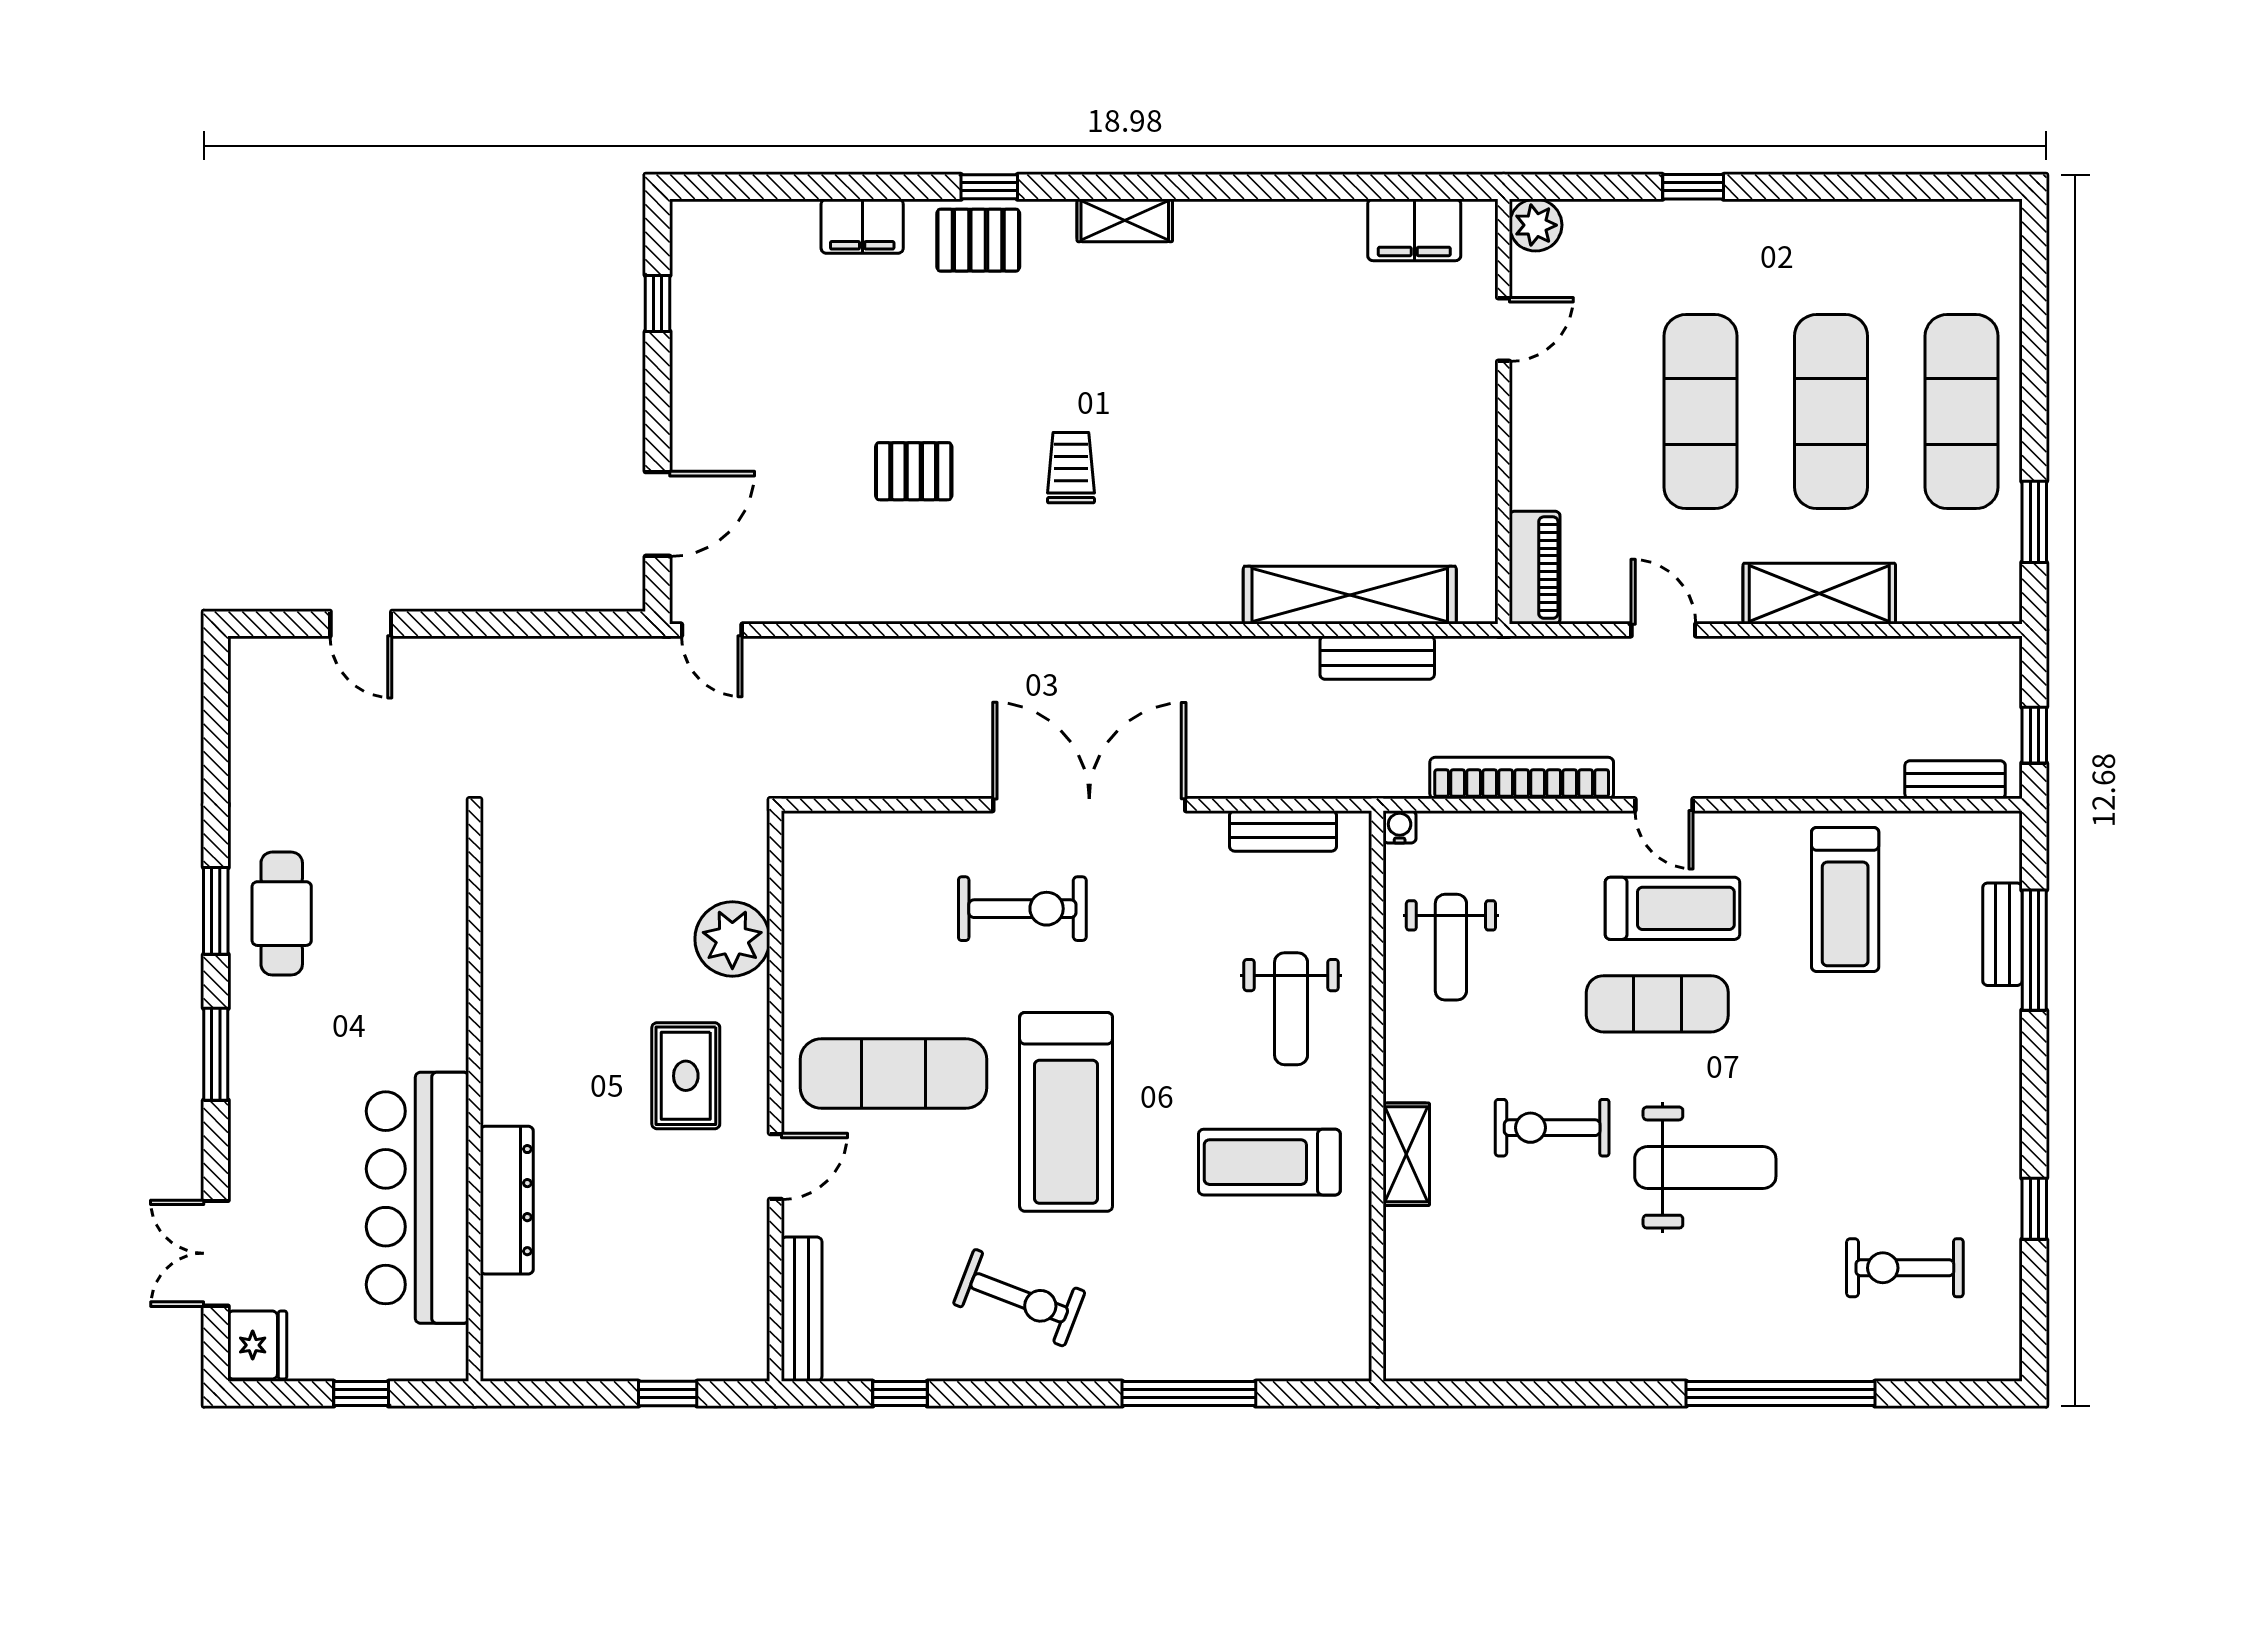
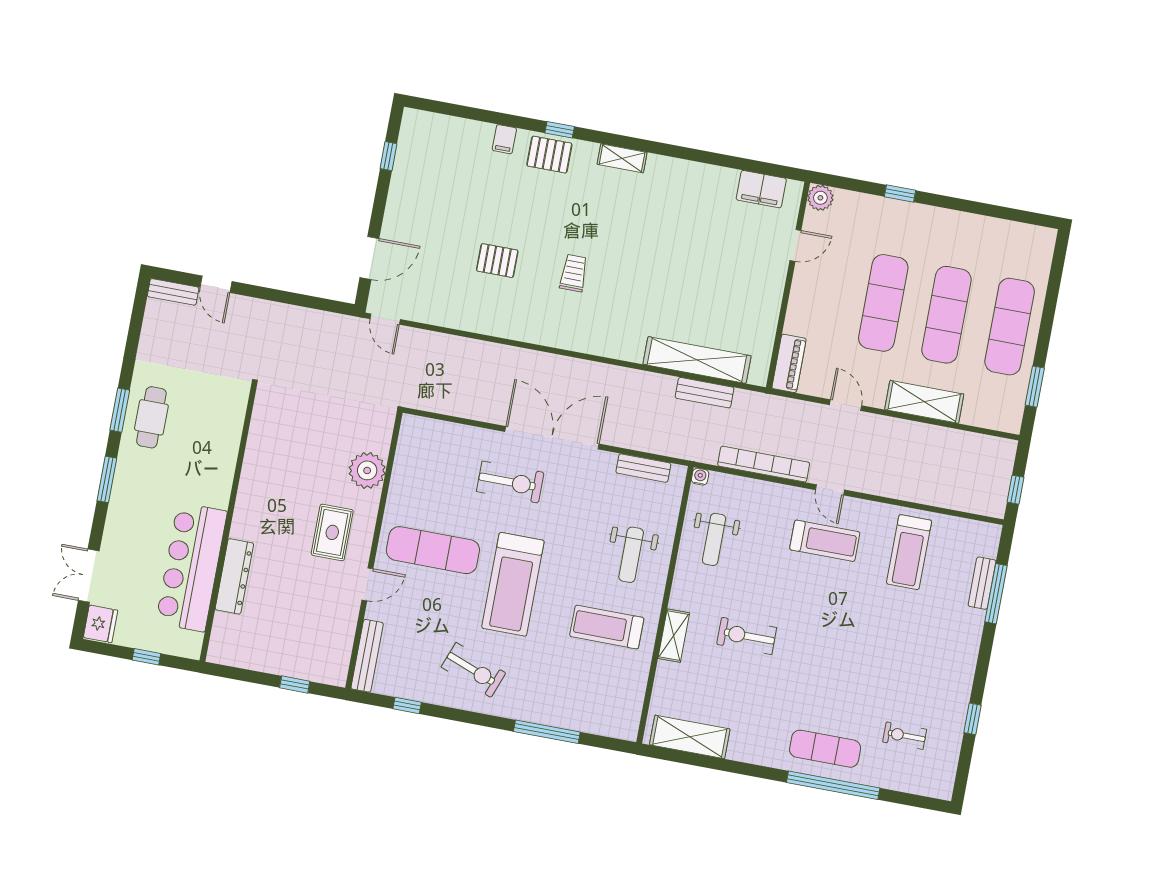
filing cabinet: (862, 226) -> (504, 139), width x0.50
bench: (1955, 780) -> (173, 292), moved
exercise mat: (1657, 1004) -> (825, 749), moved
weight bench: (1705, 1168) -> (817, 669), removed
exercise bike: (1905, 1268) -> (905, 736), width x0.73, depth x0.72
shelving: (1476, 1350) -> (690, 737), added

